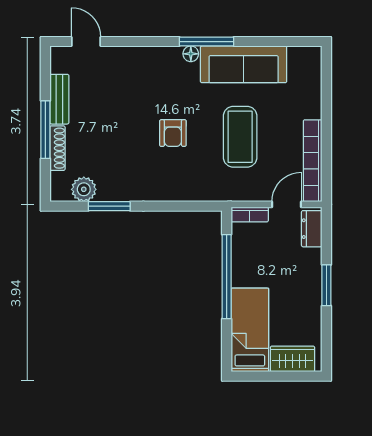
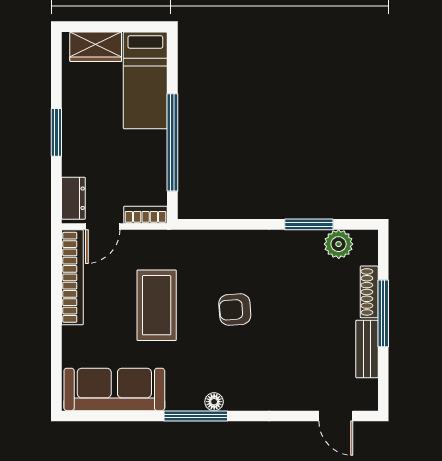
sofa: (244, 64) -> (114, 389), moved
armchair: (173, 133) -> (235, 310), turned -94

